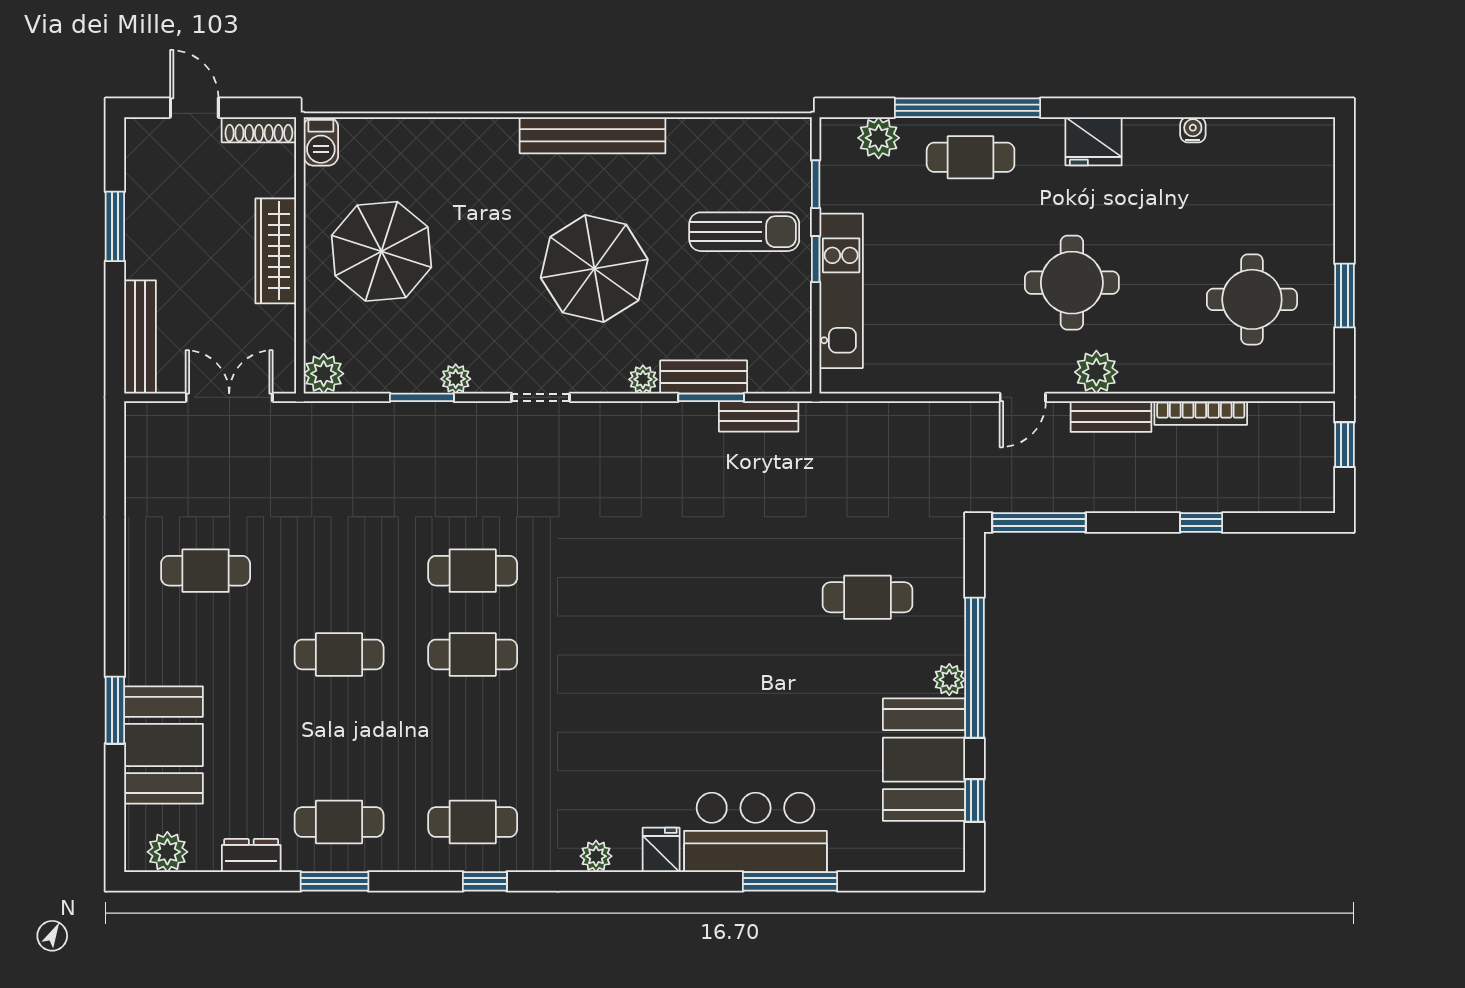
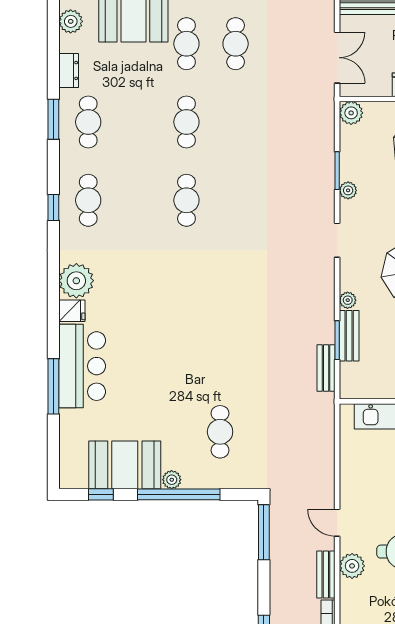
cafe table: (473, 571) -> (186, 44), moved
plant: (596, 856) -> (76, 281), width x1.87, depth x1.87

